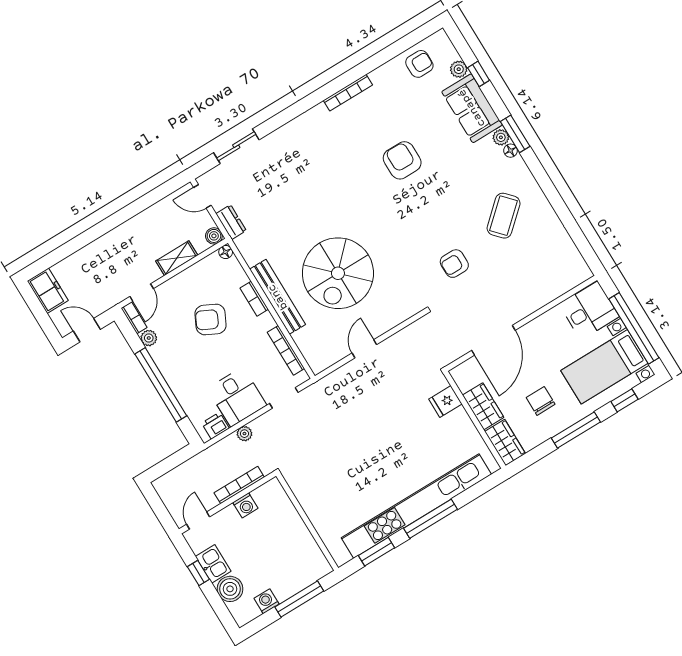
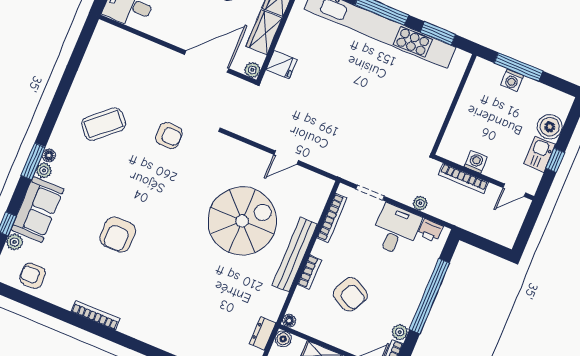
plant: (459, 374) -> (252, 70), added
washing machine: (266, 601) -> (512, 80), moved

